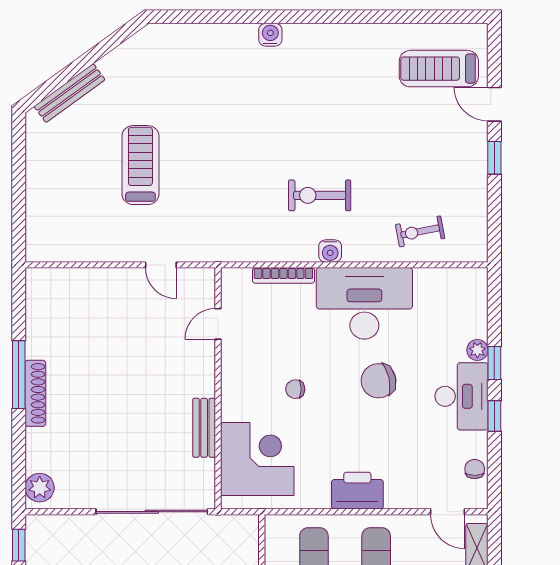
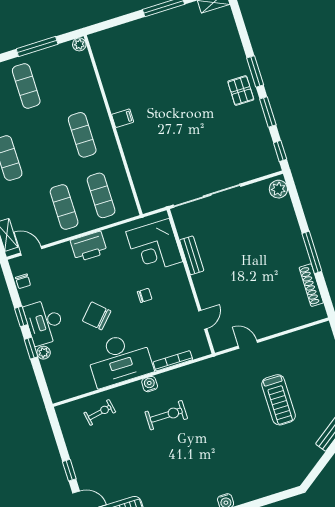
chair: (379, 381) -> (97, 316), turned -125
shoe rack: (35, 393) -> (311, 285), moved

